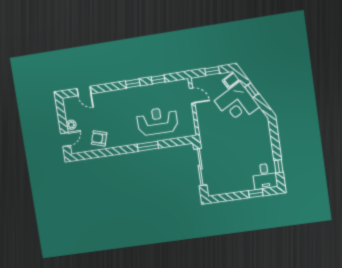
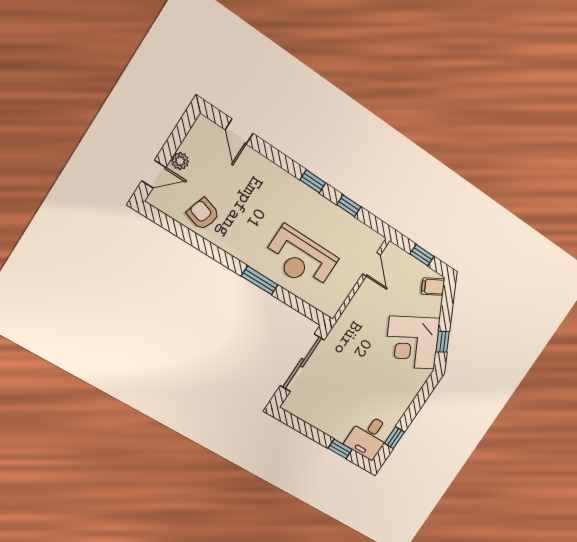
window: (252, 90) -> (443, 342), moved
corner desk: (237, 104) -> (412, 343), moved
reception desk: (157, 121) -> (300, 258), turned 180

